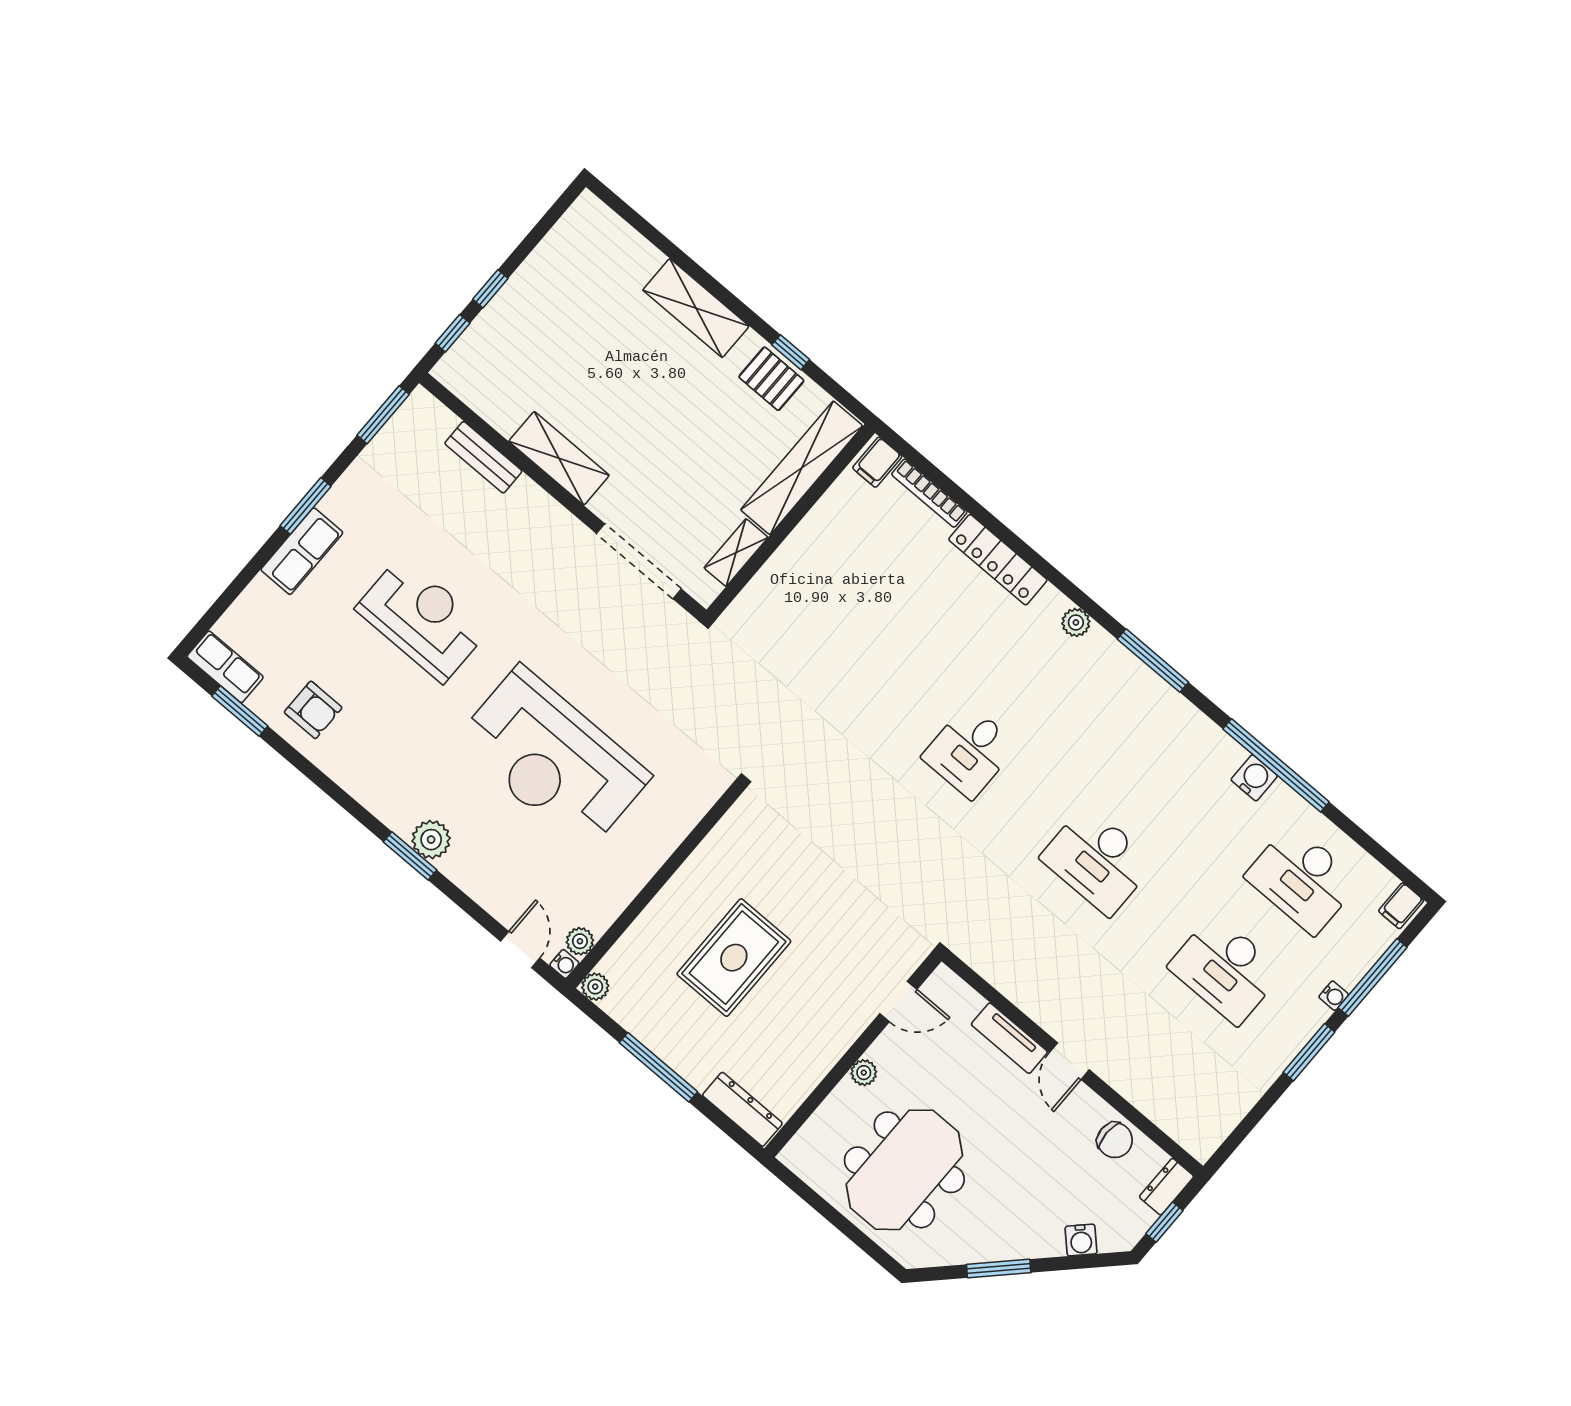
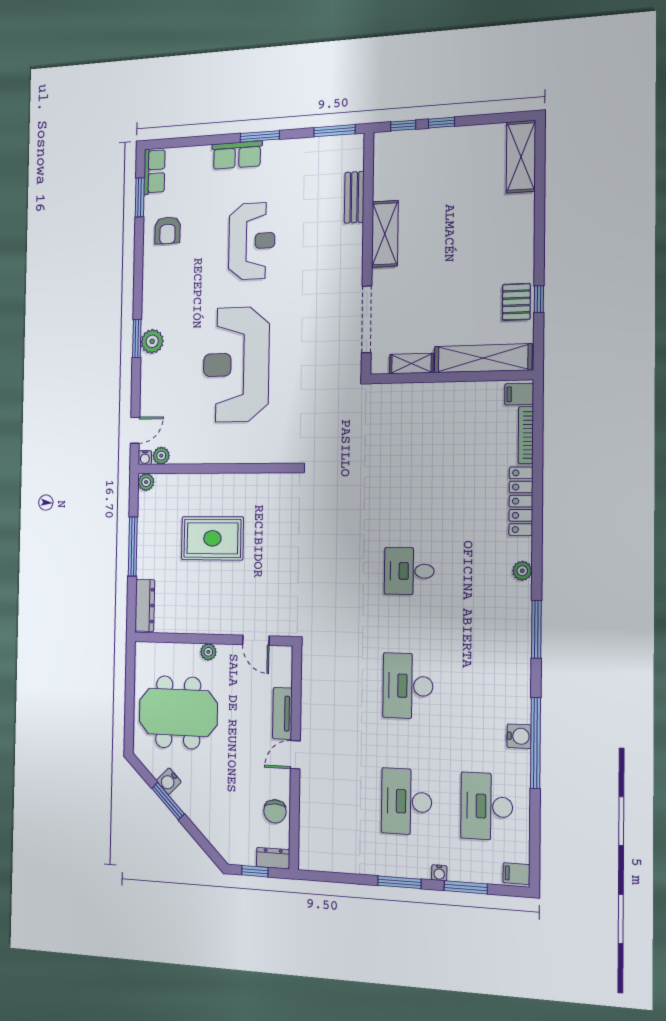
shelving: (696, 308) -> (521, 157), moved
window: (1373, 977) -> (466, 887), width x0.69
water cooler: (1081, 1240) -> (169, 781), moved

